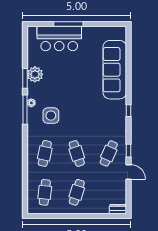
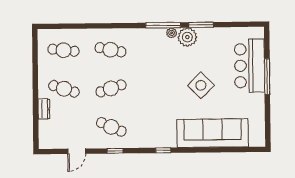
plant: (35, 74) -> (187, 37), moved
side table: (51, 116) -> (201, 85), moved, turned 45
door: (129, 172) -> (77, 151), moved
dresser: (118, 209) -> (44, 109), moved

